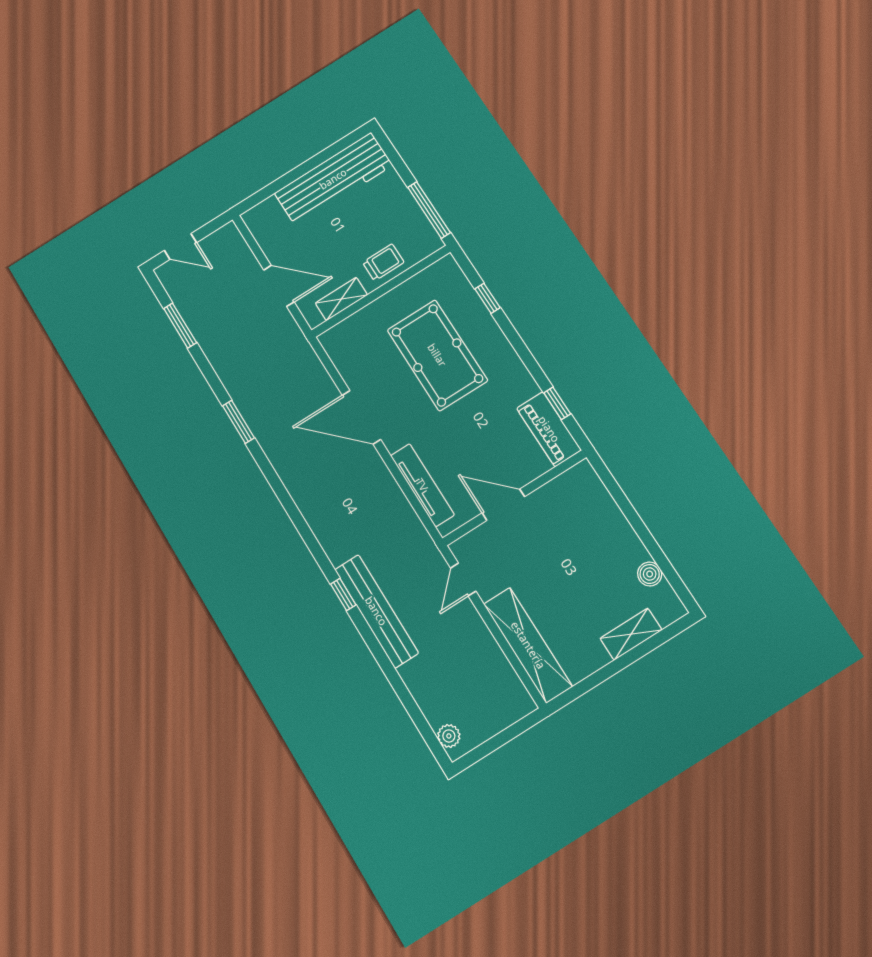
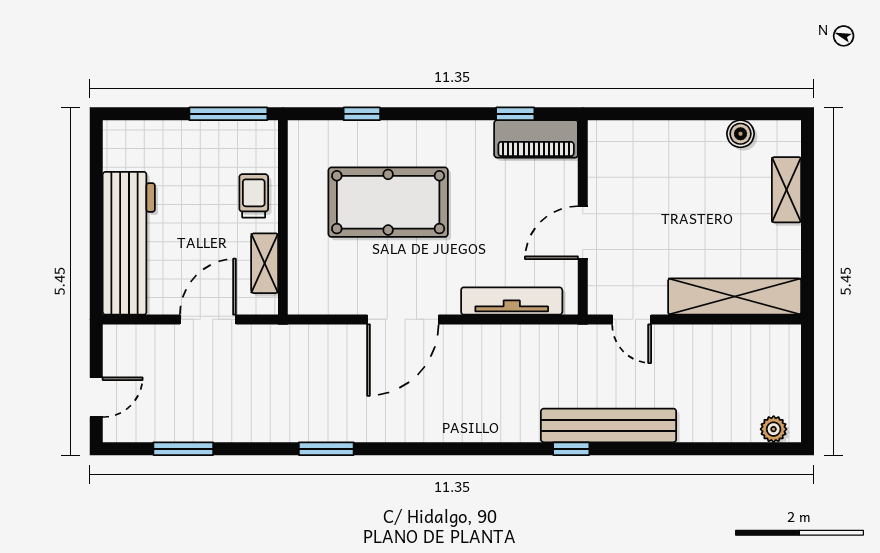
workbench: (333, 179) -> (129, 243), moved

